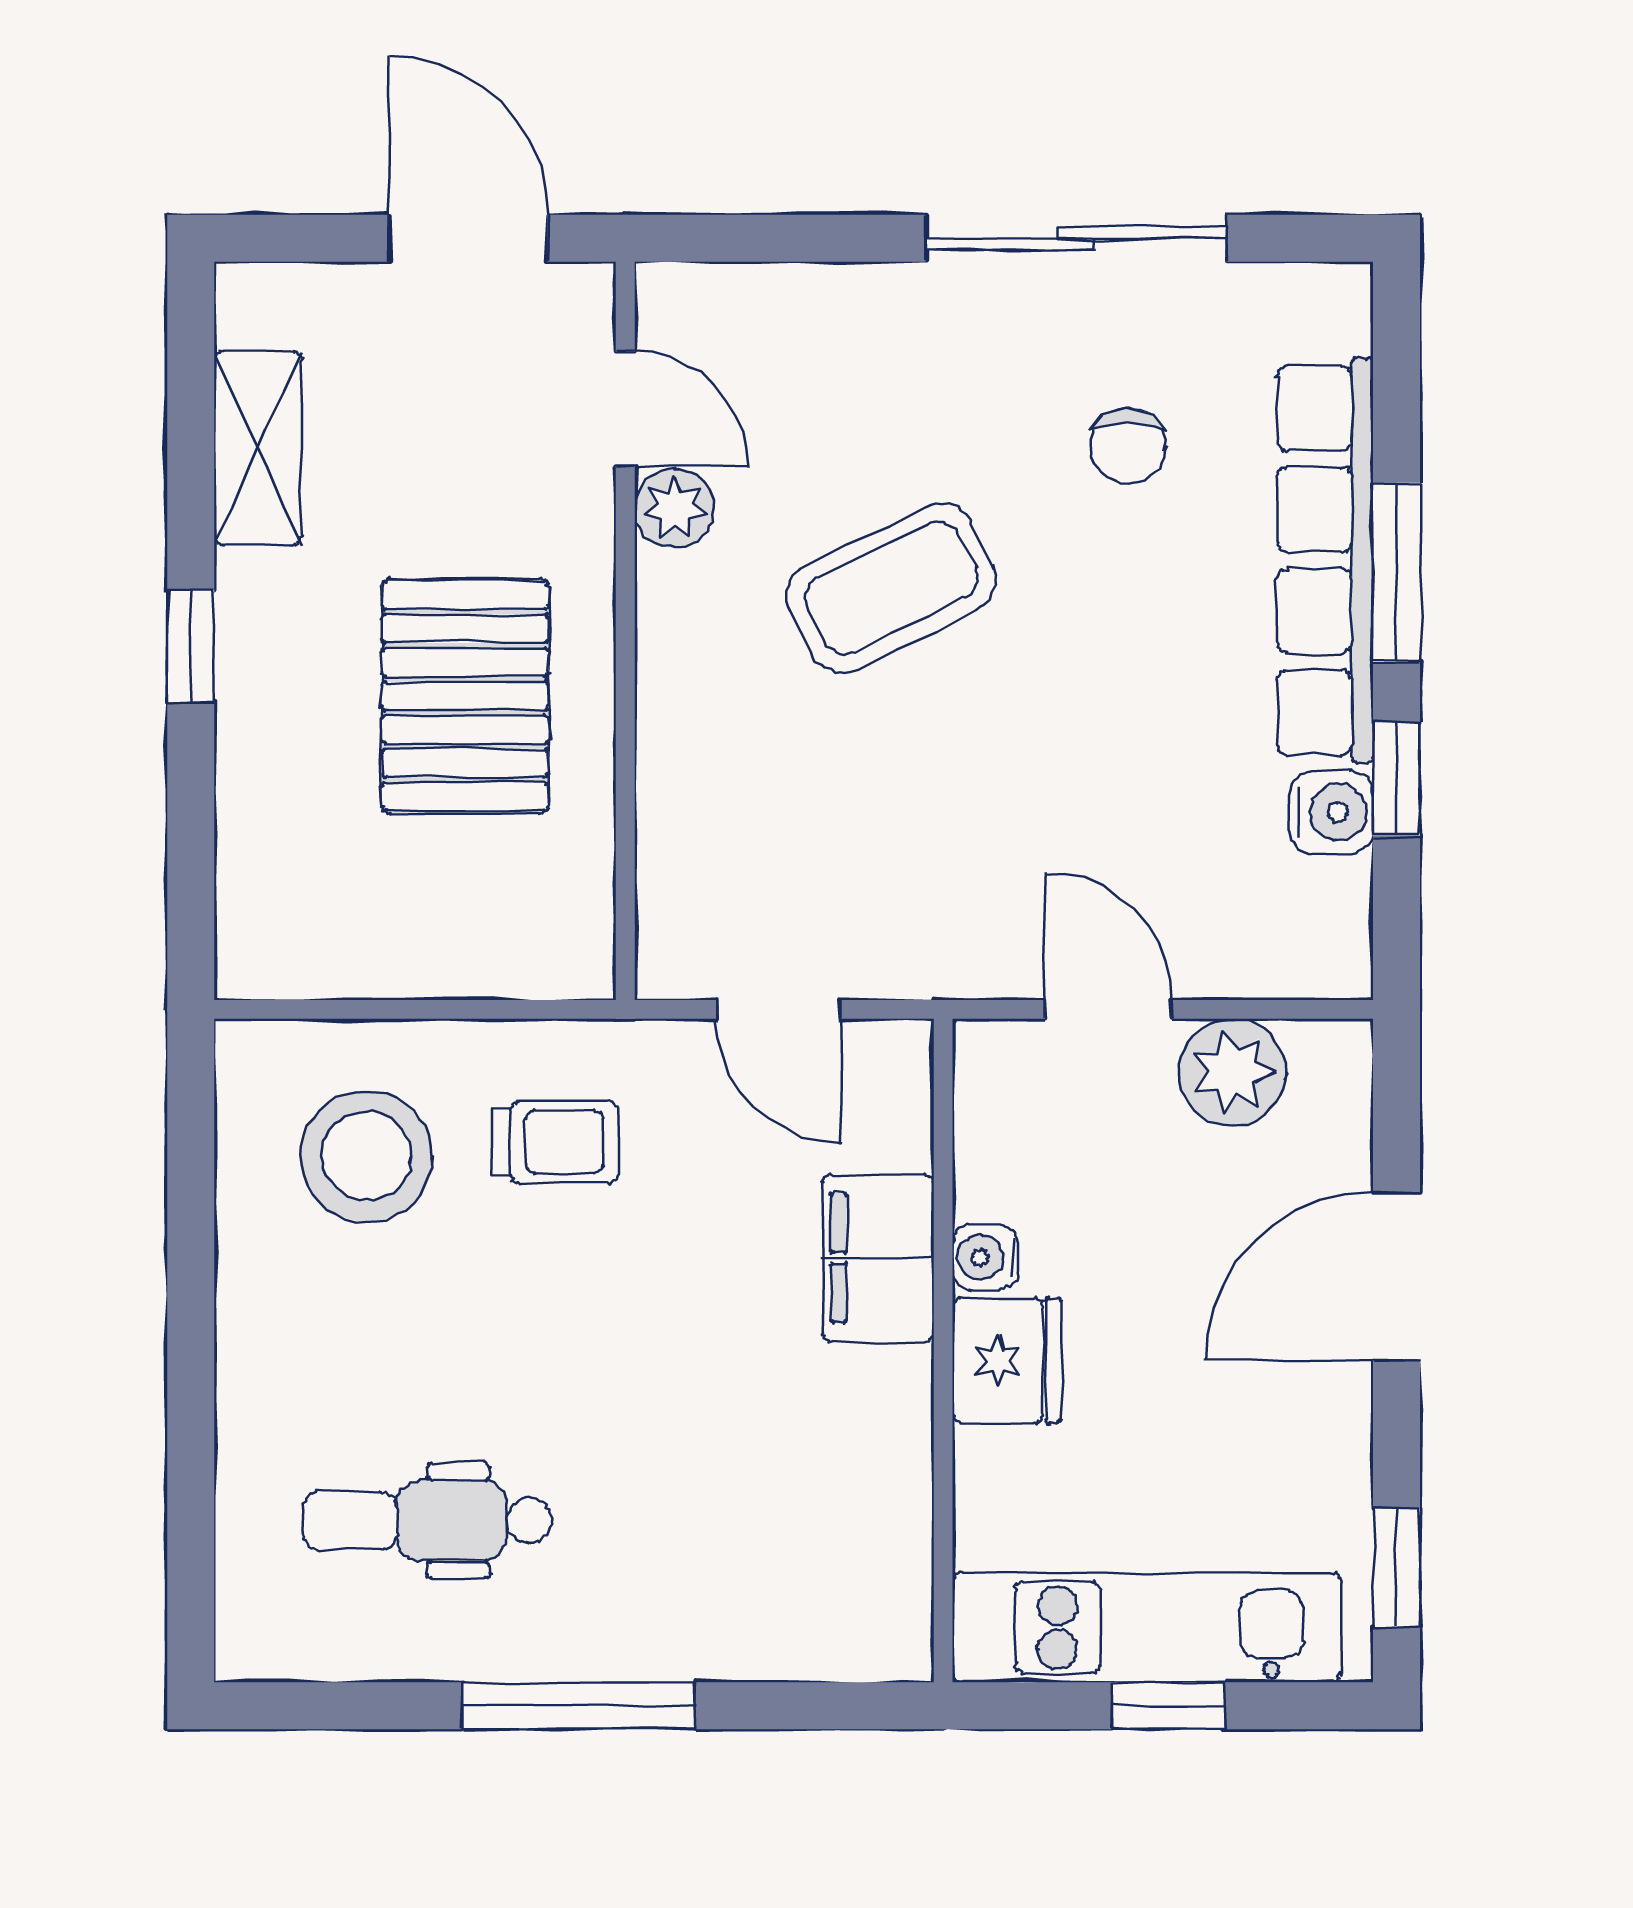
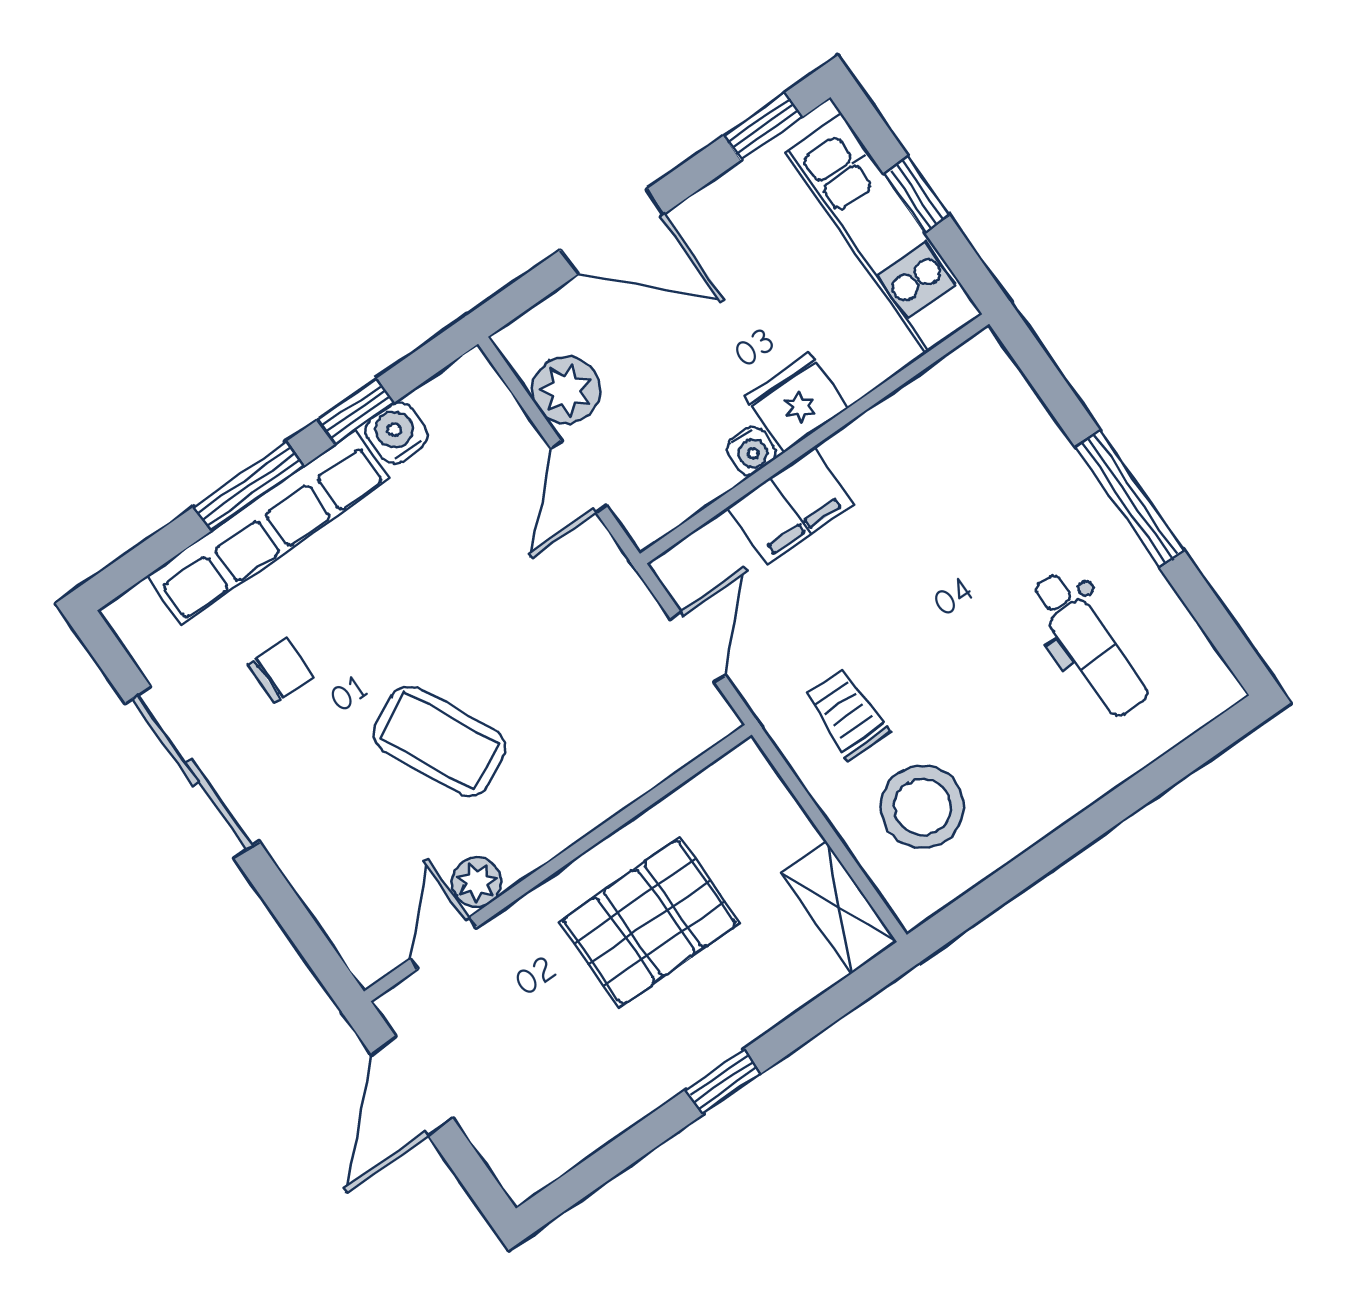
shelving: (258, 448) -> (839, 908), moved, turned 90

